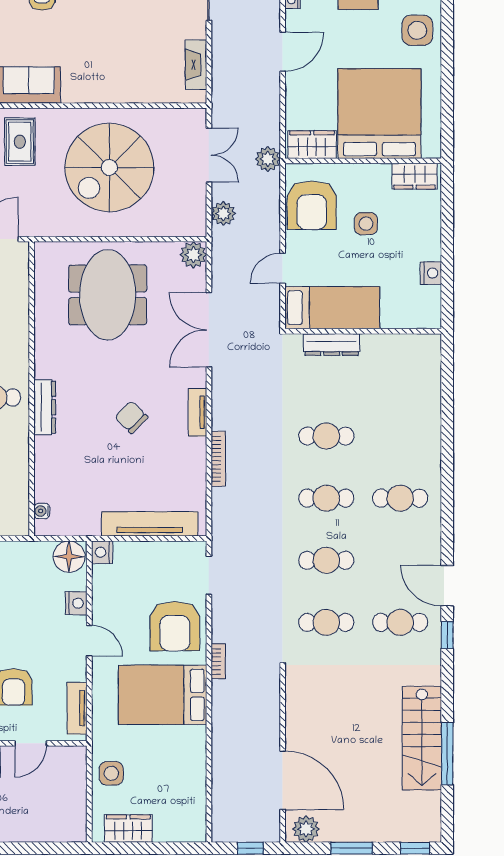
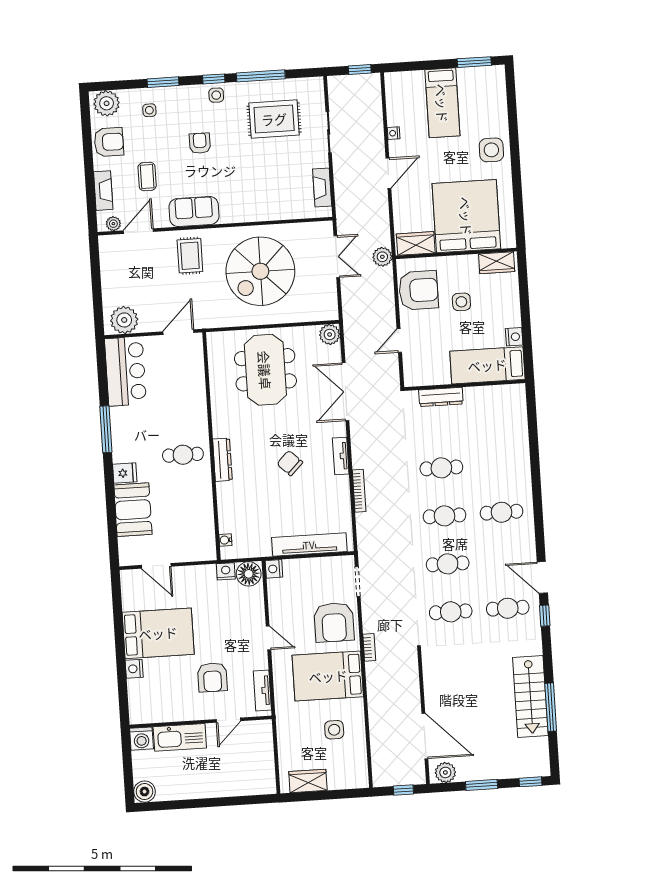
armchair: (312, 205) -> (419, 290), turned -90
plant: (223, 214) -> (351, 301), removed
bed: (332, 308) -> (487, 365), moved, turned 180
nightstand: (76, 603) -> (226, 571), moved, turned -90
side table: (111, 773) -> (334, 730), moved

